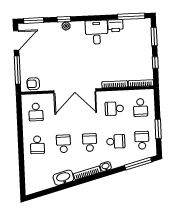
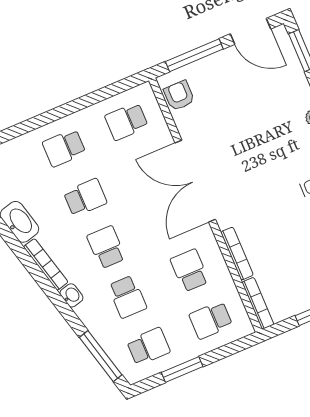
school desk: (90, 143) -> (106, 247), turned -90

